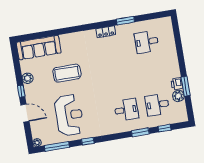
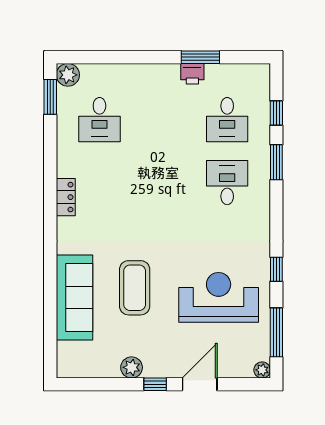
window: (125, 21) -> (50, 97), moved
sofa: (39, 48) -> (74, 297), moved
plant: (178, 96) -> (68, 75), moved

